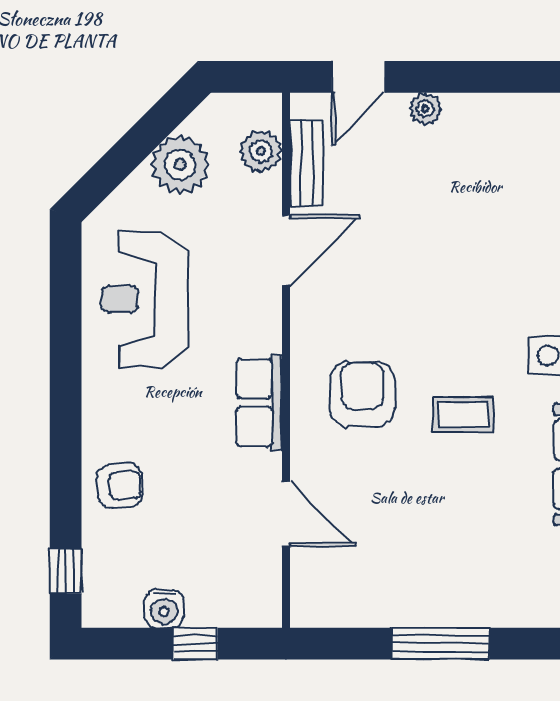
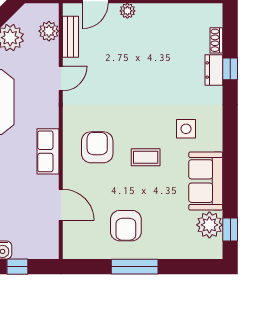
door: (286, 250) -> (61, 78), width x0.73
armchair: (422, 558) -> (126, 226), added

